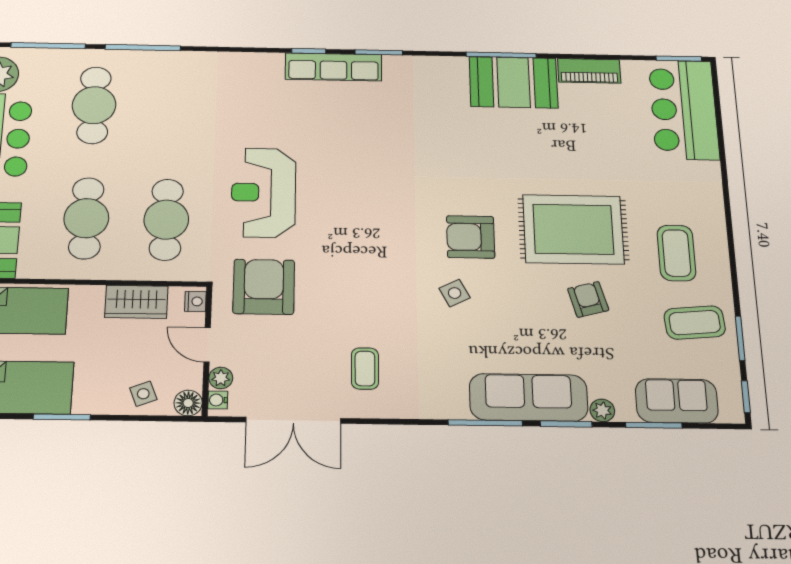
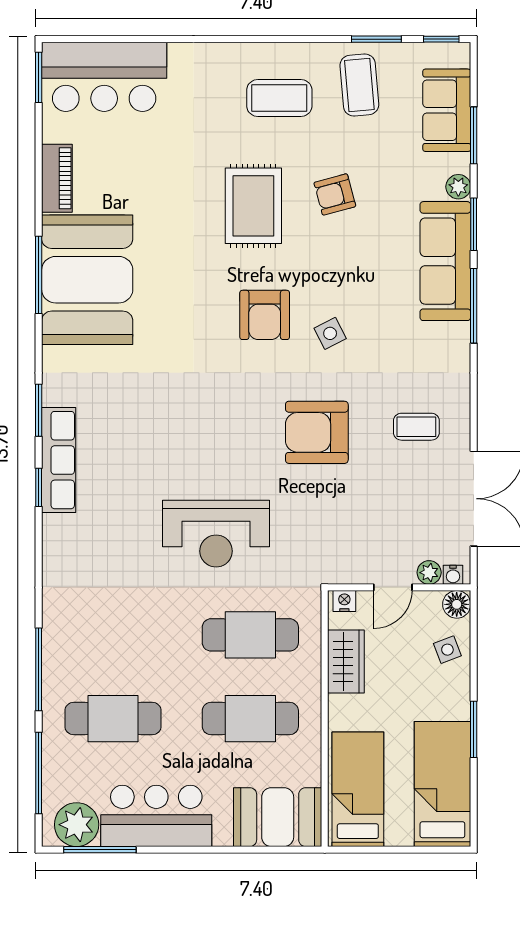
booth: (514, 82) -> (87, 280), width x1.36, depth x1.42
rug: (573, 229) -> (253, 206), width x0.73, depth x0.69
armchair: (264, 287) -> (317, 432), moved

